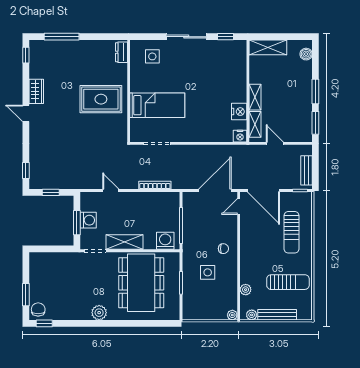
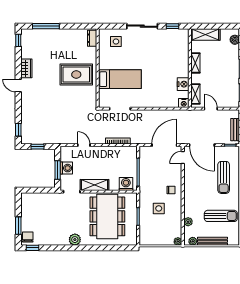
shelving: (255, 97) -> (195, 63), moved

